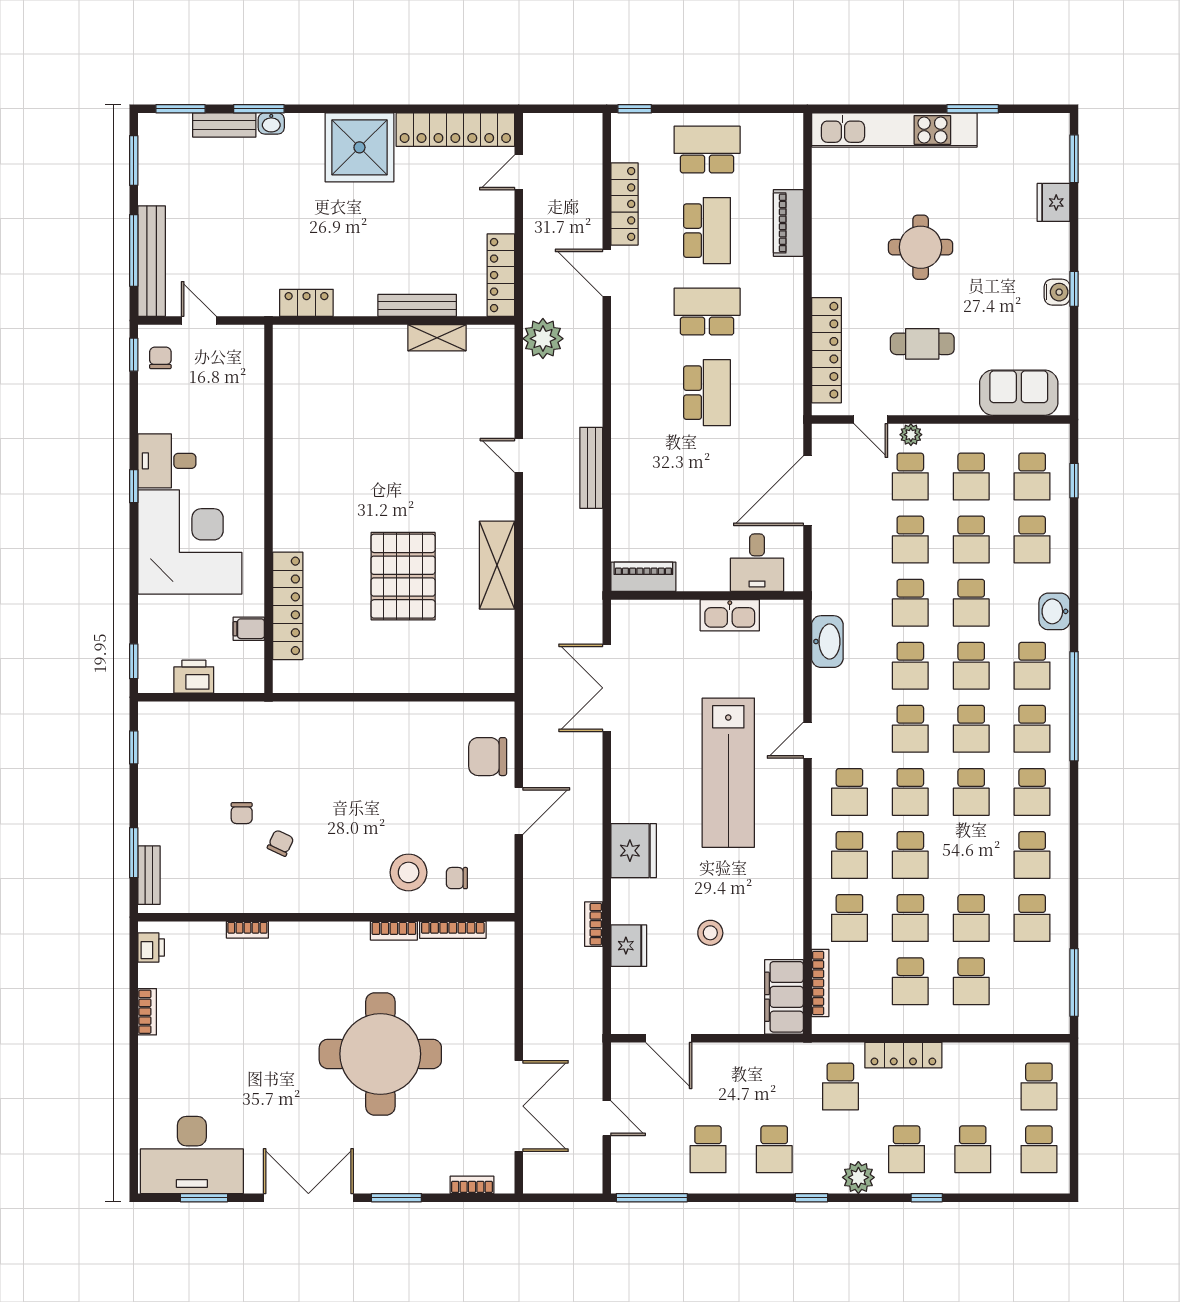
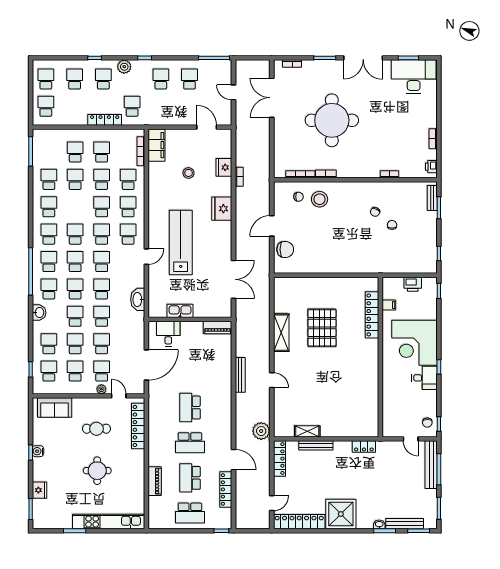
bench: (224, 125) -> (405, 524), width x1.36

